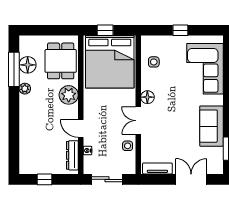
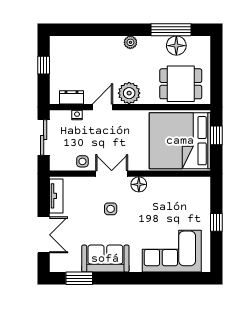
side table: (154, 62) -> (111, 209), moved
plant: (25, 89) -> (130, 42), moved
plant: (69, 95) -> (129, 93), moved
dresser: (72, 155) -> (71, 97), width x0.70

